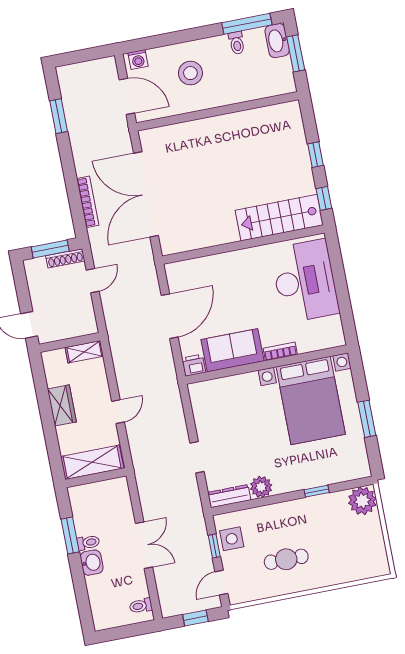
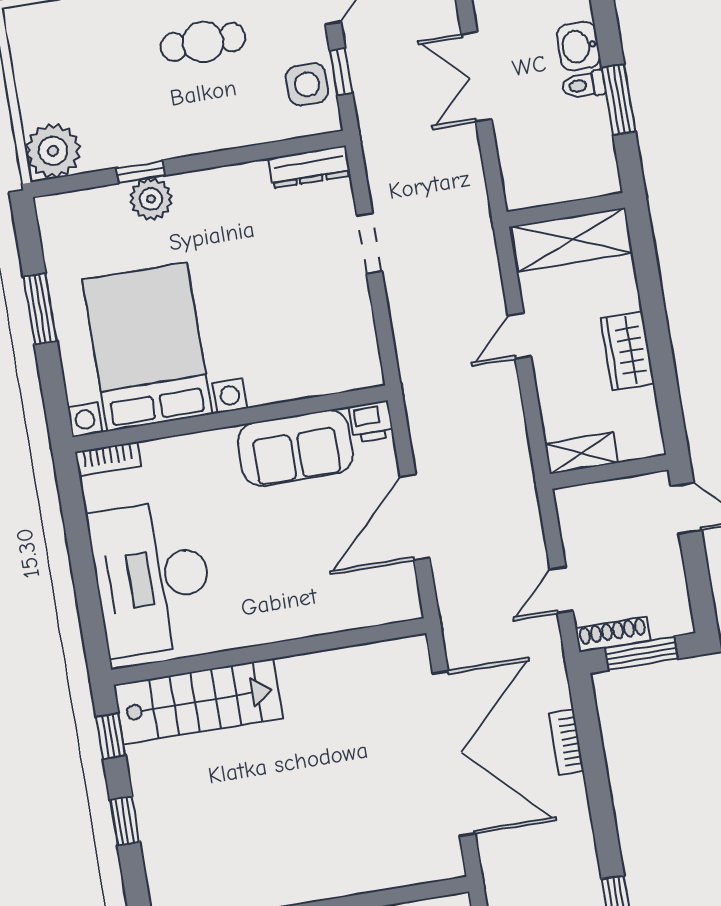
bookcase: (88, 202) -> (566, 742), width x0.64
bookcase: (280, 351) -> (108, 459), moved
plant: (261, 487) -> (151, 199), moved

